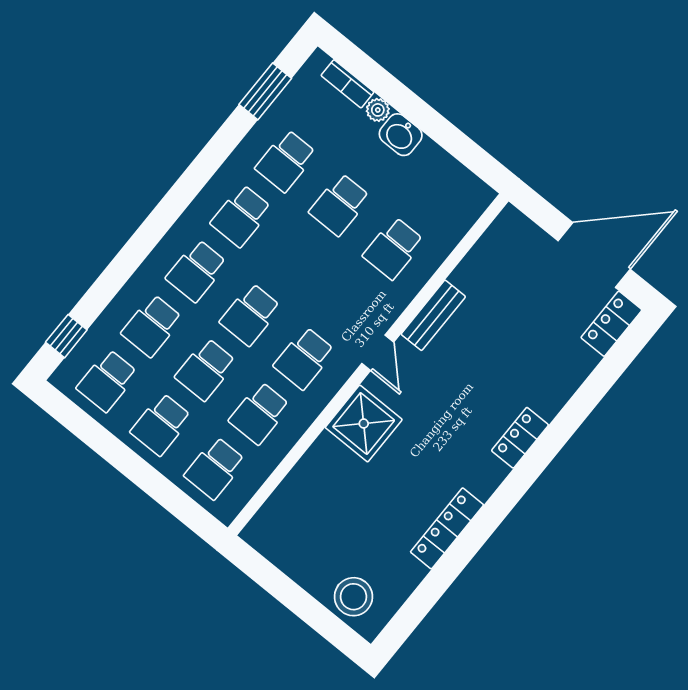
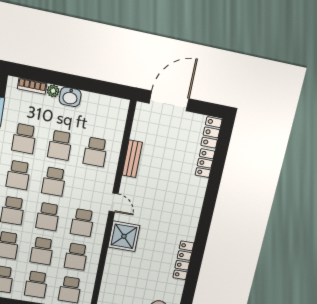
door: (594, 255) -> (169, 101), moved
school desk: (295, 259) -> (54, 181), added
bench: (433, 315) -> (132, 159), moved
locker: (520, 438) -> (205, 163), moved

